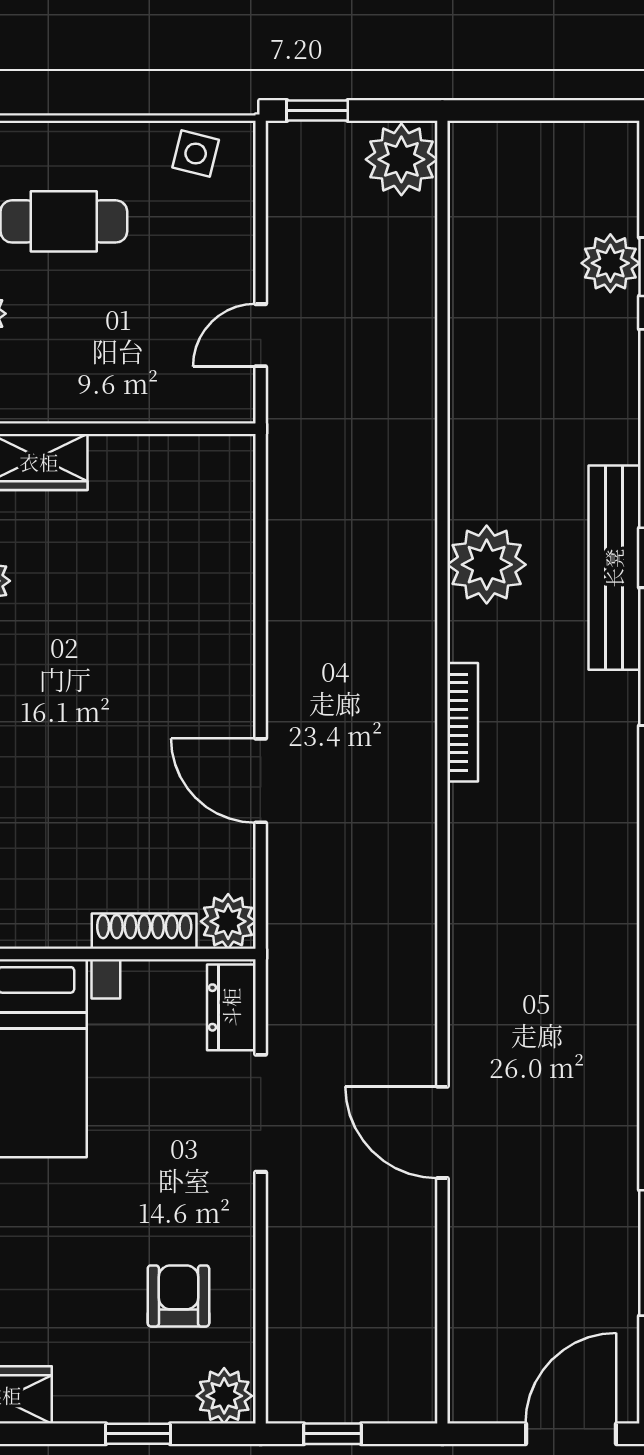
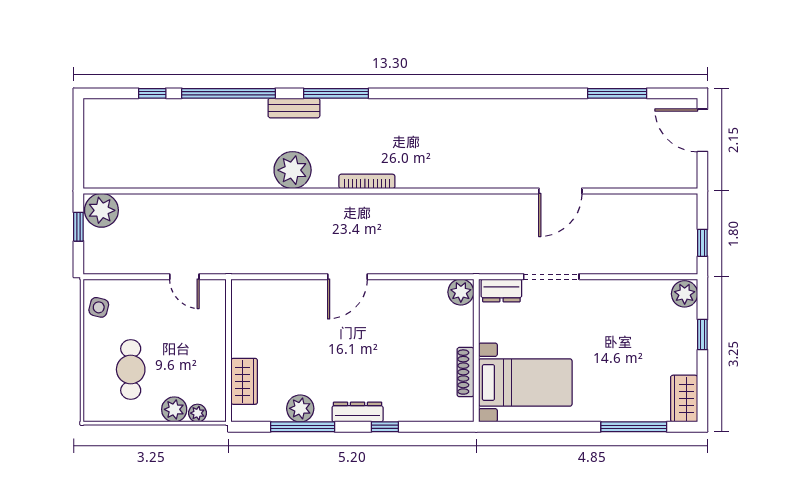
window: (317, 111) -> (78, 227), moved
plant: (610, 263) -> (150, 112), removed
bench: (614, 568) -> (294, 108), width x0.54, depth x0.82
door: (261, 781) -> (347, 277), moved
shoe rack: (144, 931) -> (465, 372), moved
armchair: (178, 1296) -> (637, 315), removed

